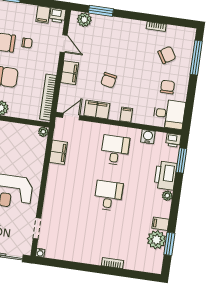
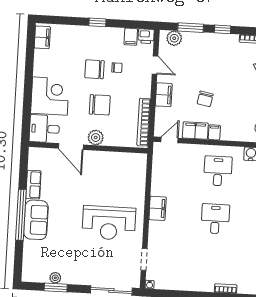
window: (131, 15) -> (223, 29), added
filing cabinet: (126, 115) -> (214, 132), moved
plant: (43, 132) -> (142, 158), removed
filing cabinet: (58, 152) -> (158, 208), moved

